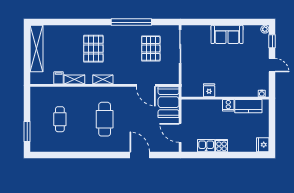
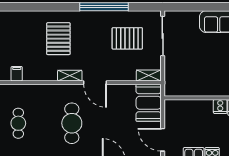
pallet: (151, 48) -> (127, 38), turned 90
shelving: (74, 79) -> (149, 76), moved
door: (146, 85) -> (95, 83), moved
fridge: (209, 90) -> (197, 88), removed

